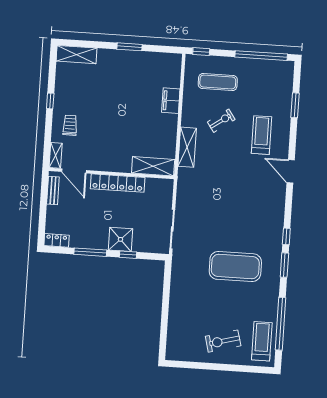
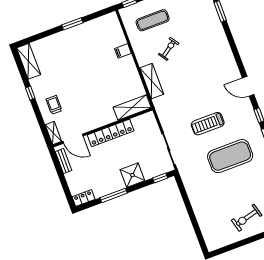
shelving: (77, 55) -> (29, 61), moved, turned 90
filing cabinet: (171, 101) -> (123, 51), width x0.50
treadmill: (261, 135) -> (208, 124), moved, turned -90
door: (291, 171) -> (248, 86), moved
window: (128, 255) -> (160, 178), moved

